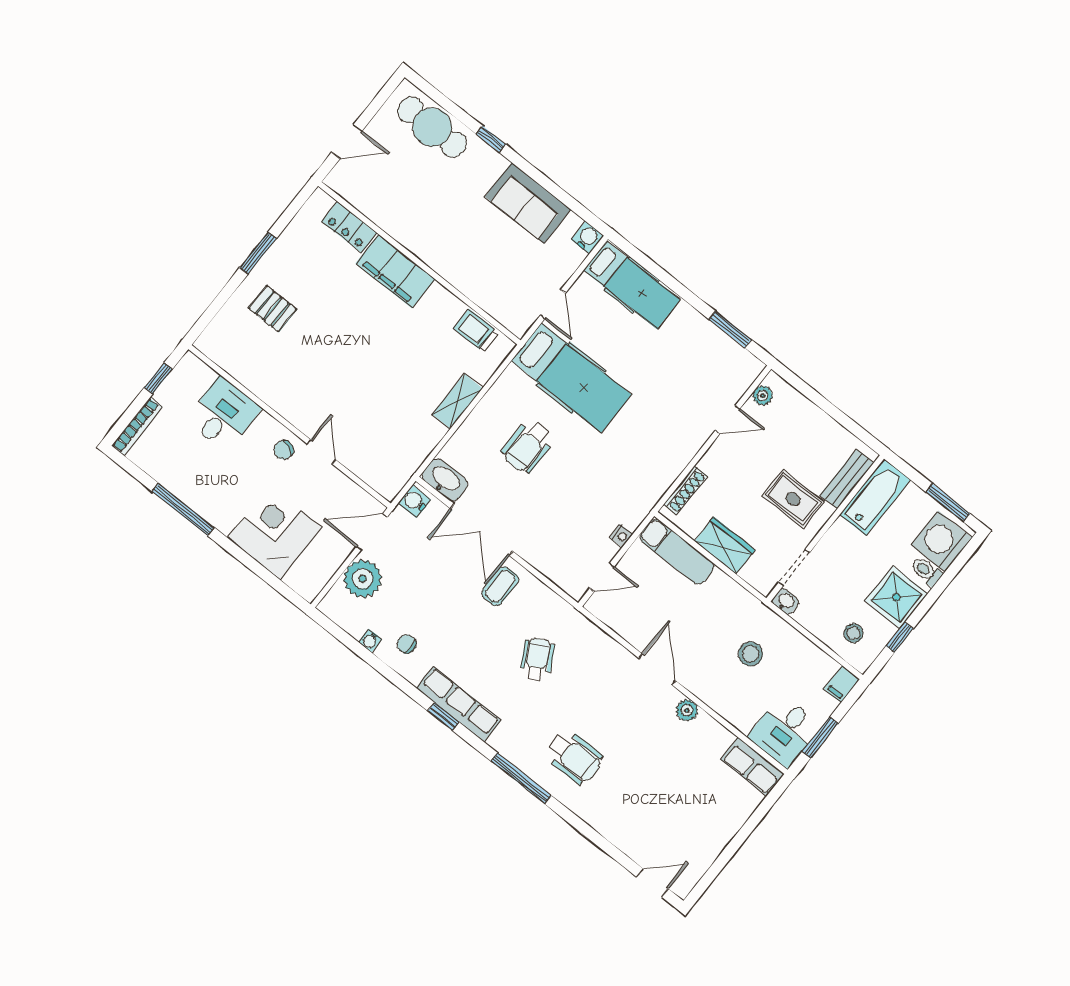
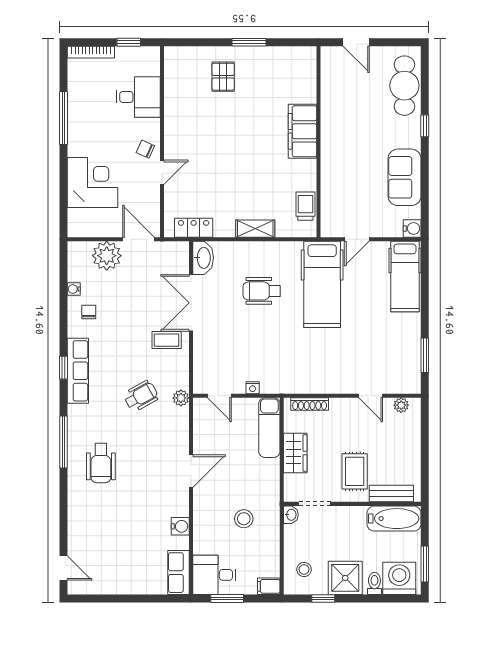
locker: (349, 227) -> (194, 228), moved, turned 90
water cooler: (414, 501) -> (180, 526), moved, turned 90
plant: (687, 710) -> (181, 398), moved

